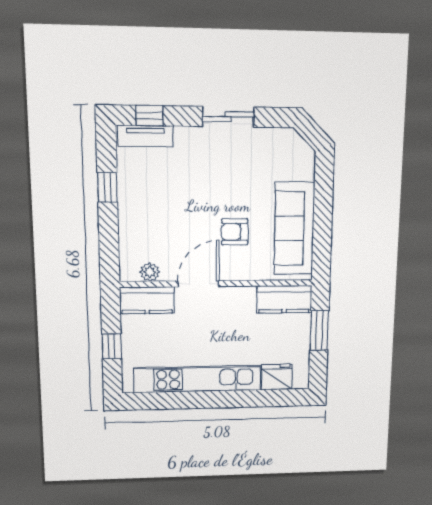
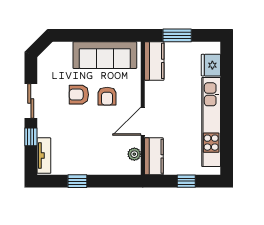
window: (150, 116) -> (31, 137), moved
armchair: (237, 190) -> (79, 95), added
door: (198, 284) -> (143, 121), hinge flipped

